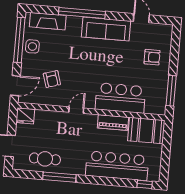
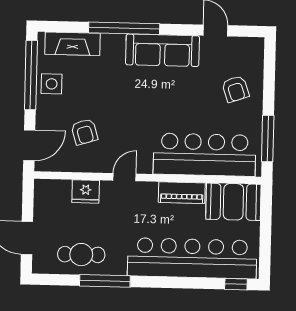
armchair: (152, 57) -> (235, 89), turned 71
bar counter: (120, 98) -> (204, 155), width x1.36
fridge: (25, 116) -> (86, 192), moved
bar counter: (117, 166) -> (192, 258), width x1.36

